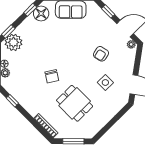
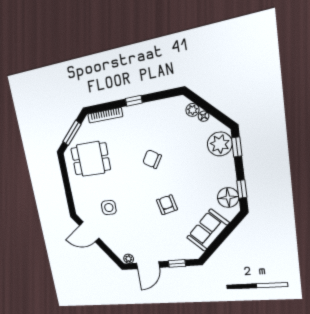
armchair: (101, 54) -> (167, 205), moved
window: (12, 101) -> (134, 101), moved
dining table: (75, 103) -> (91, 159), moved

